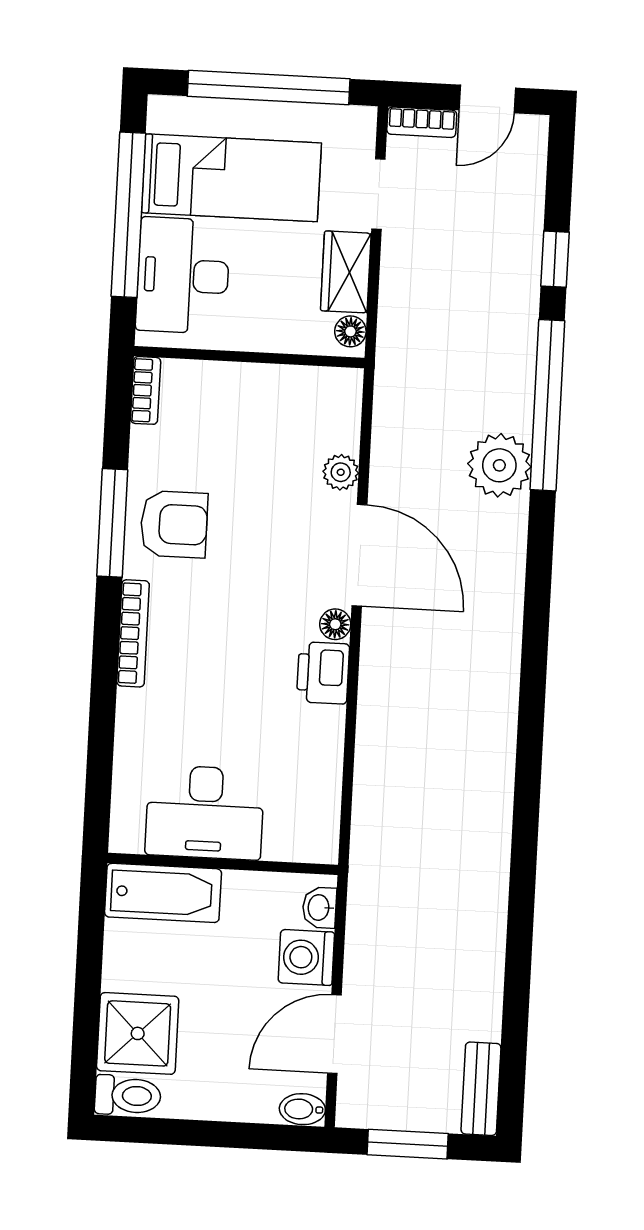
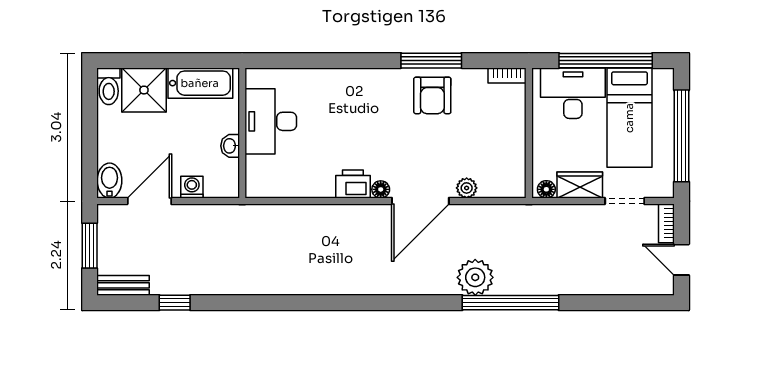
window: (555, 259) -> (175, 303), moved
bookcase: (133, 633) -> (370, 76), removed
bathtub: (163, 893) -> (200, 83), moved, turned -90
washbasin: (319, 908) -> (230, 146), moved, turned -90
washing machine: (306, 957) -> (192, 187), width x0.73, depth x0.73
door: (334, 1034) -> (149, 201), hinge flipped
bidet: (302, 1109) -> (110, 181), width x1.38, depth x1.36

